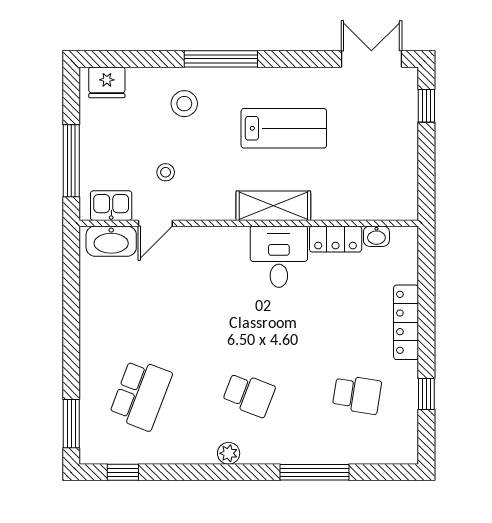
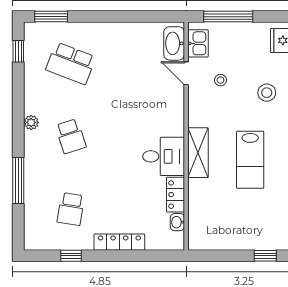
school desk: (249, 395) -> (71, 136), turned -39

